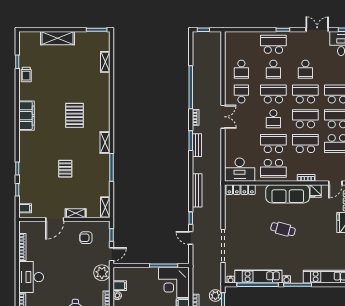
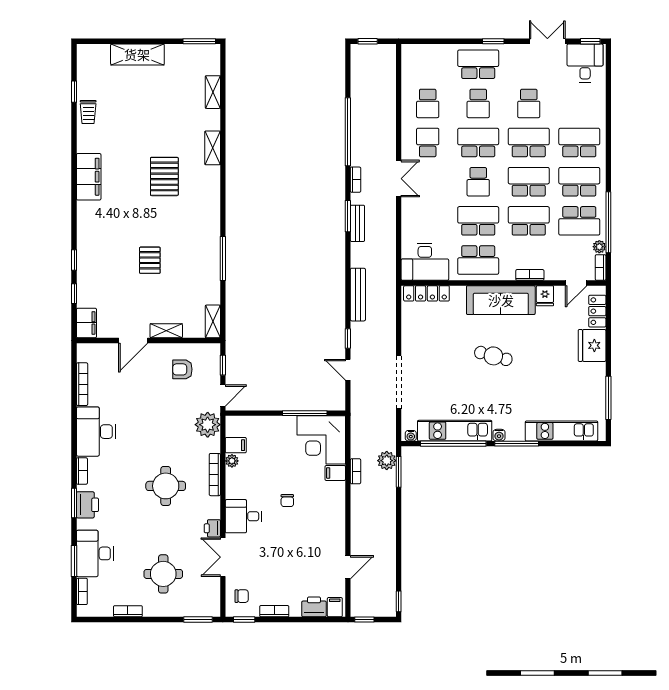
shelving: (105, 142) -> (213, 148), moved
filing cabinet: (25, 208) -> (86, 323), width x2.00

